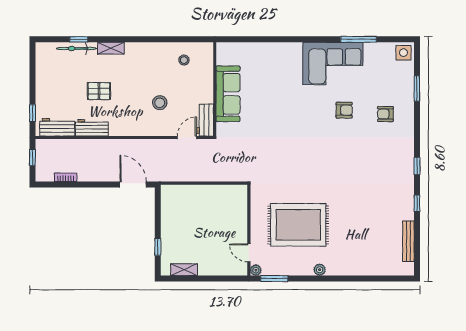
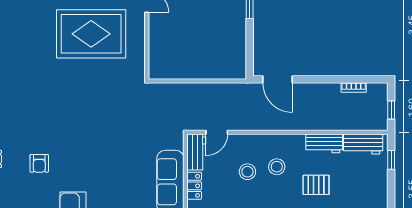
locker: (207, 90) -> (194, 186), added
stool: (134, 107) -> (277, 167), added
armchair: (344, 110) -> (39, 163), turned -90

